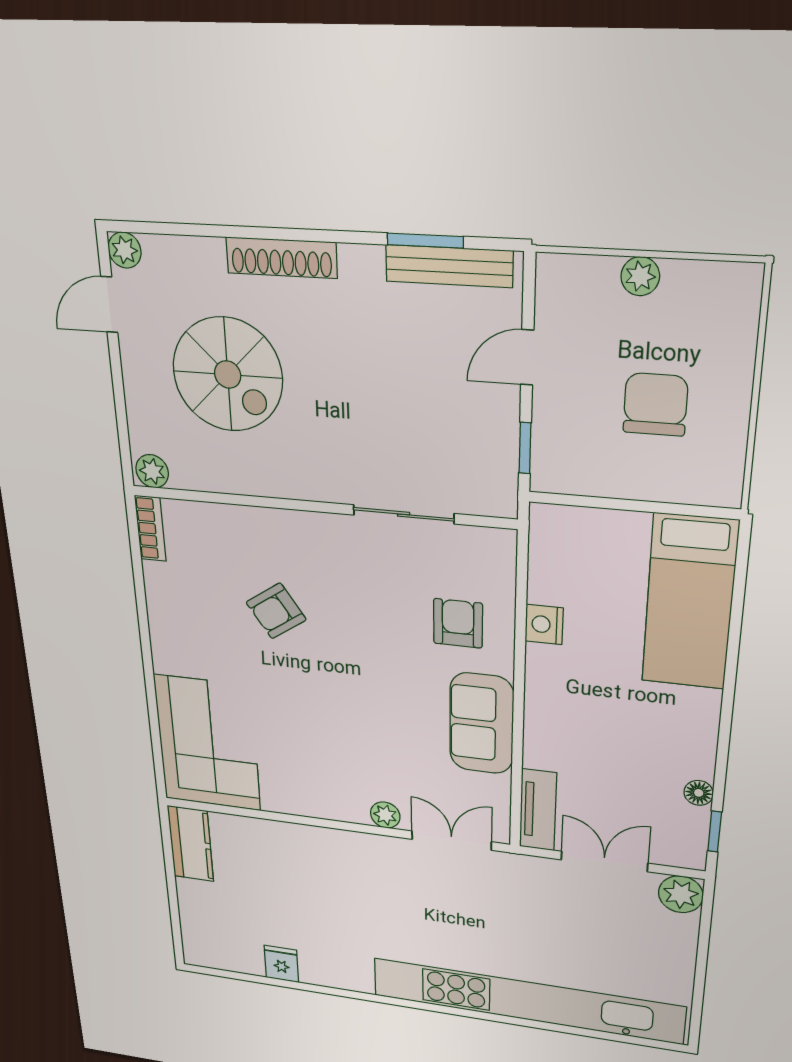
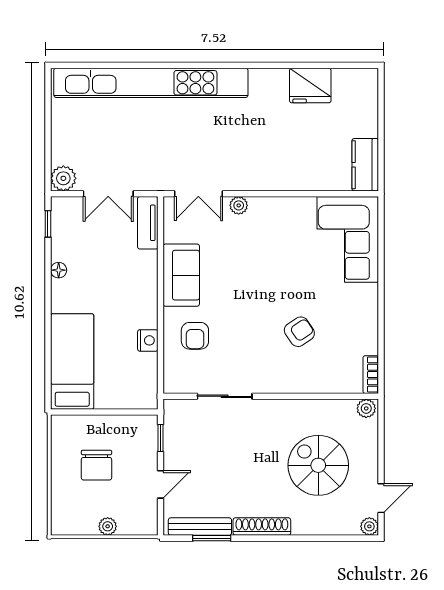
shoe rack: (281, 258) -> (262, 527), moved
floor lamp: (699, 793) -> (59, 270), moved
fridge: (281, 964) -> (310, 86), width x1.88, depth x1.34

